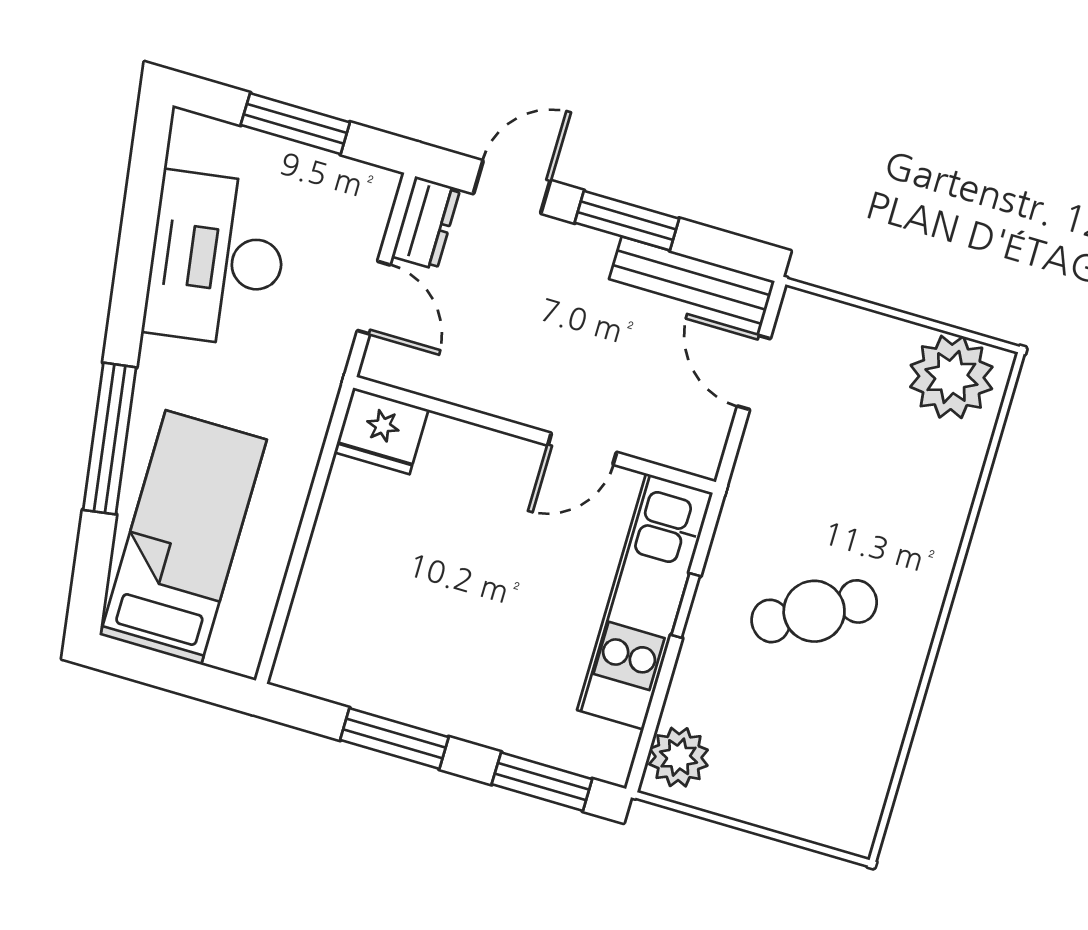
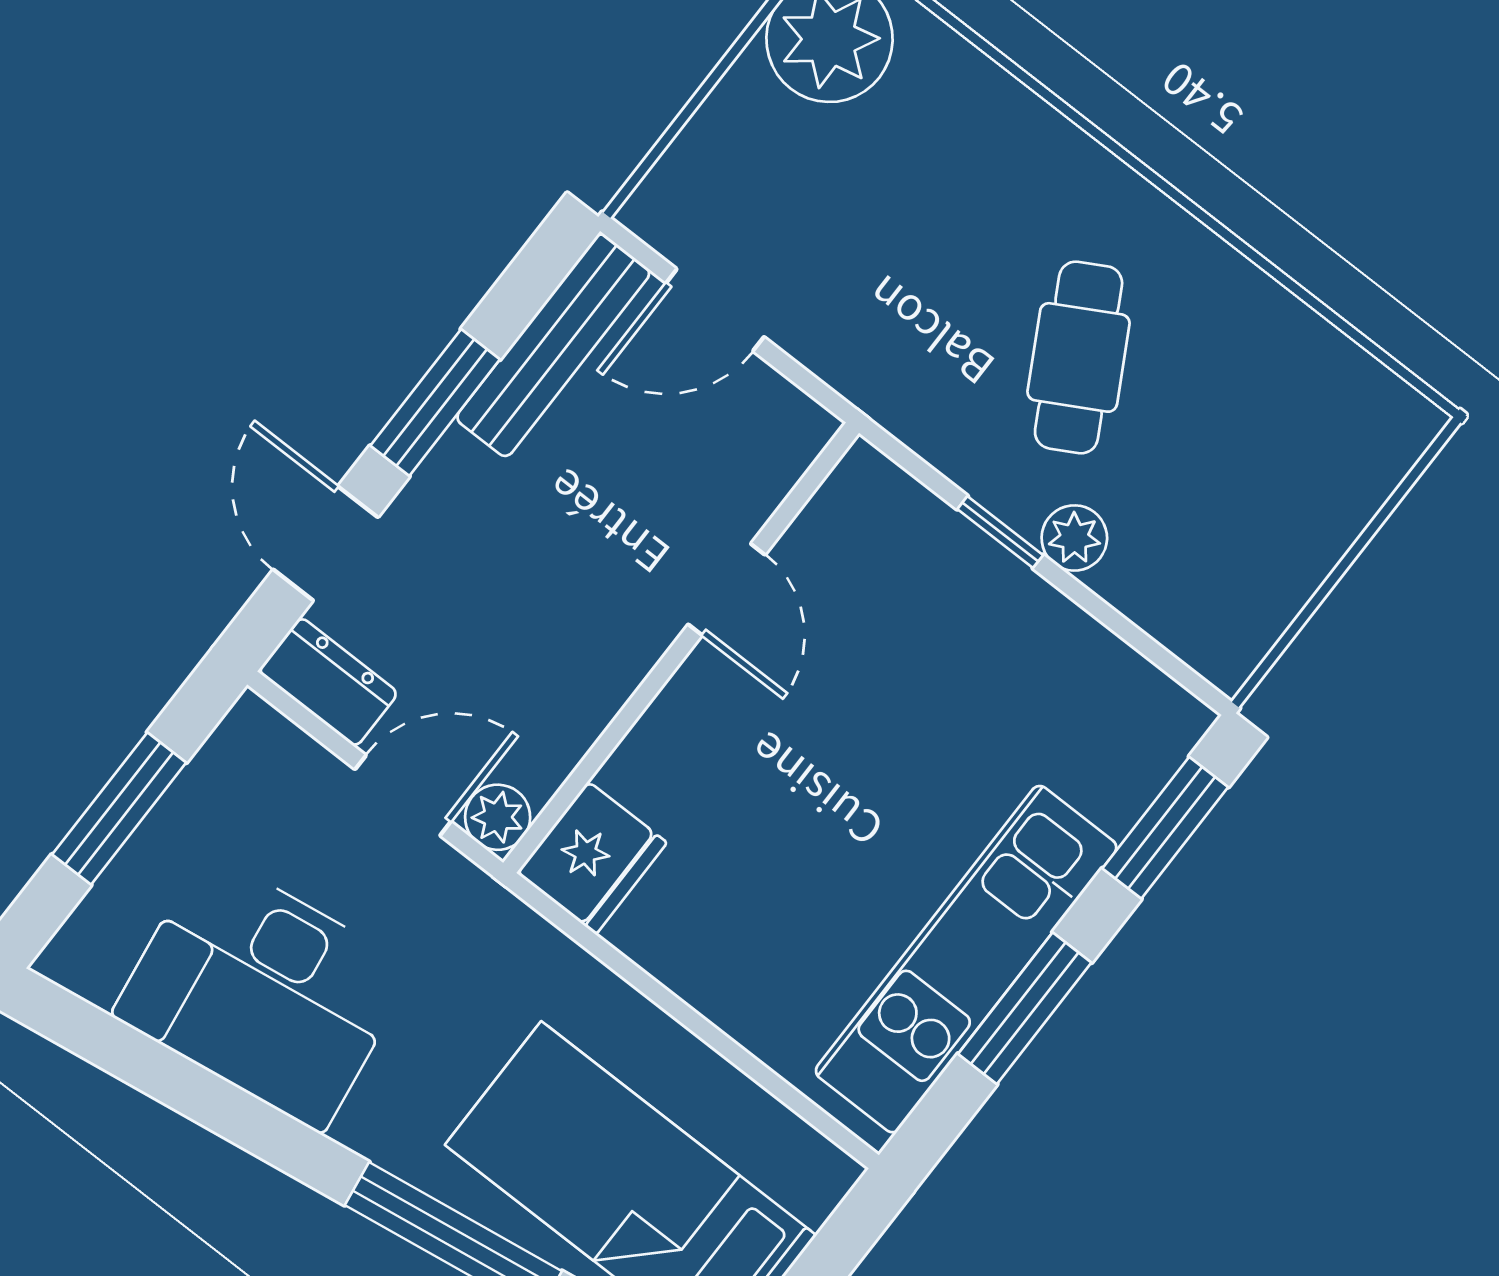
plant: (383, 362) -> (498, 817), added
kitchen unit: (645, 601) -> (966, 959), moved, turned 90
plant: (679, 757) -> (1074, 538), moved, width x0.73, depth x0.73

